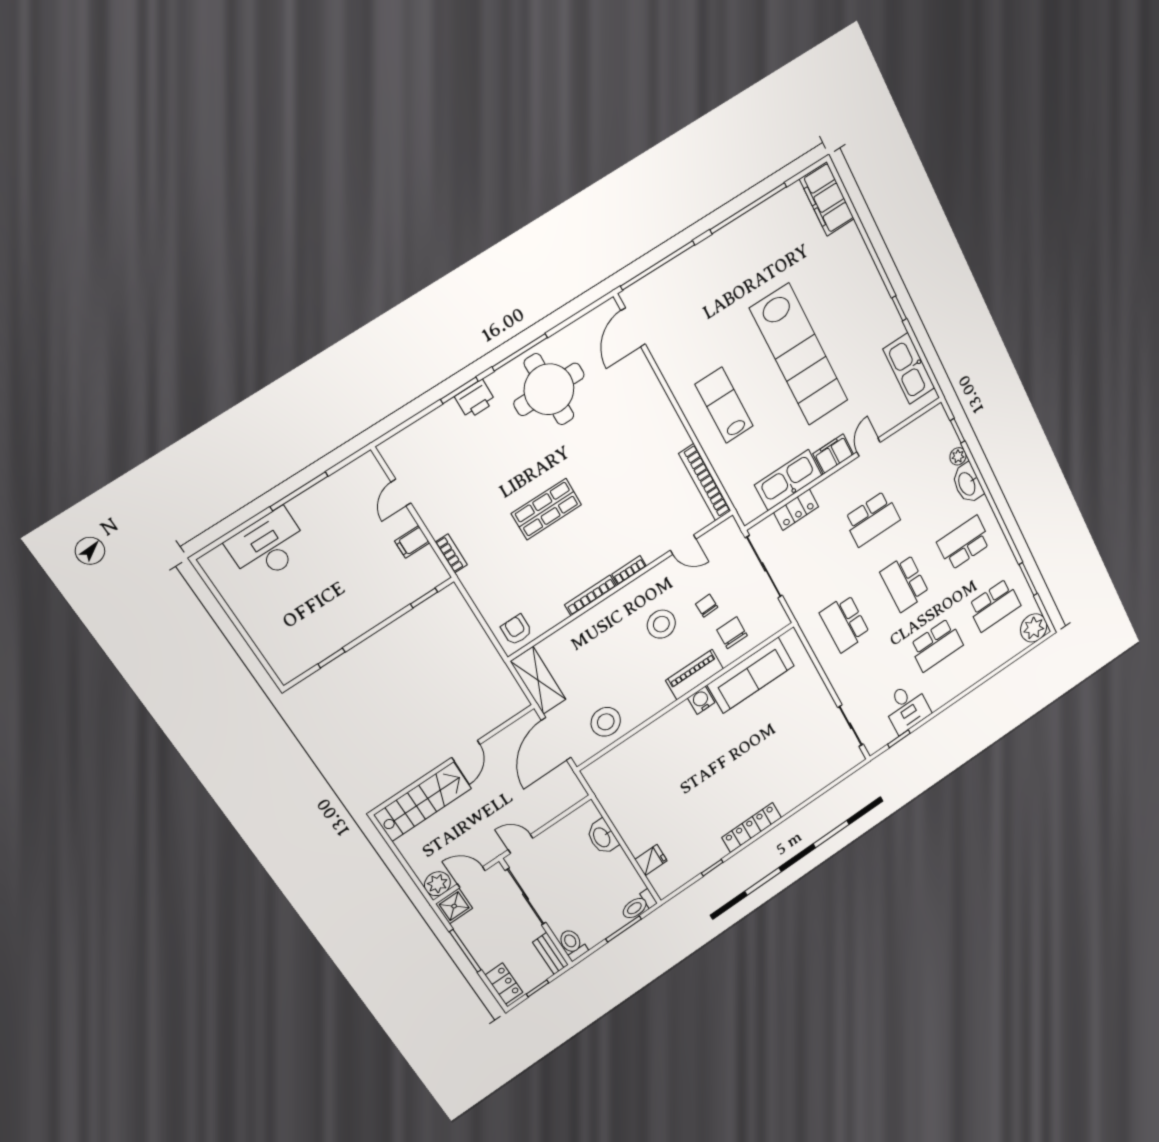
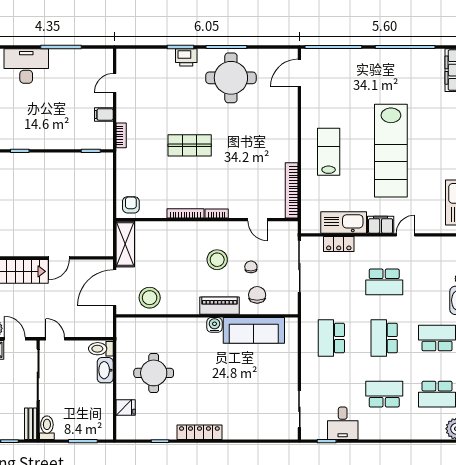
school desk: (936, 645) -> (384, 394), turned 180
round table: (661, 801) -> (154, 373), added
toilet: (638, 905) -> (101, 349), moved

